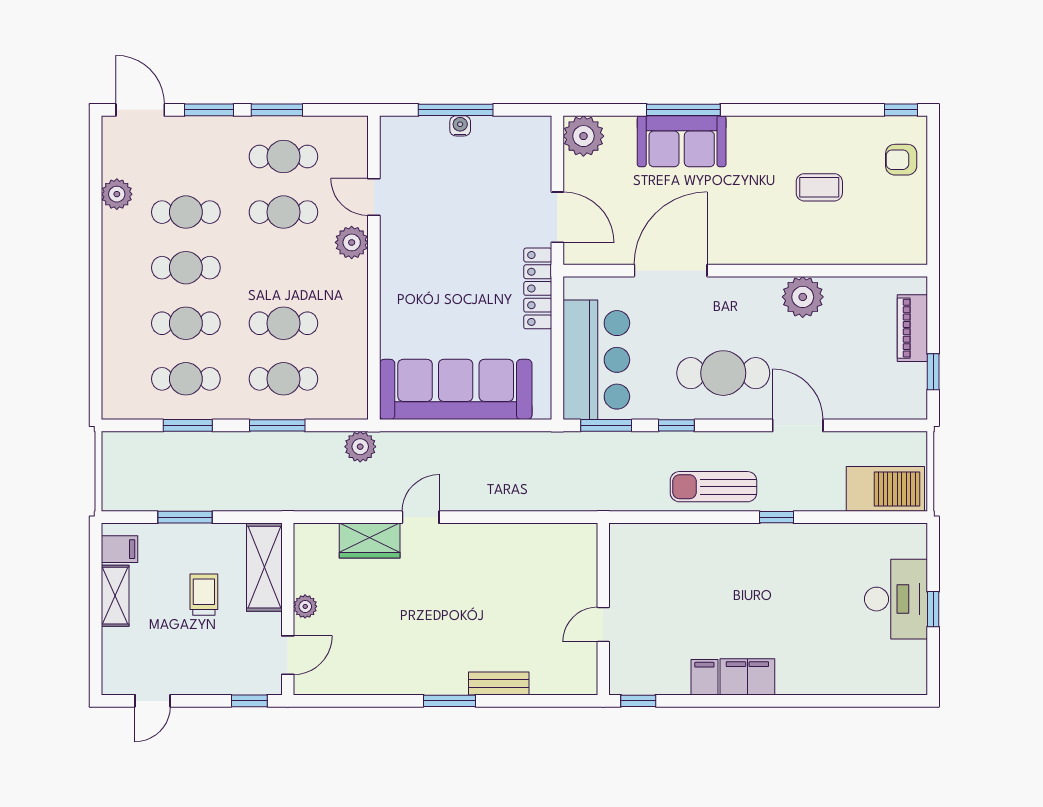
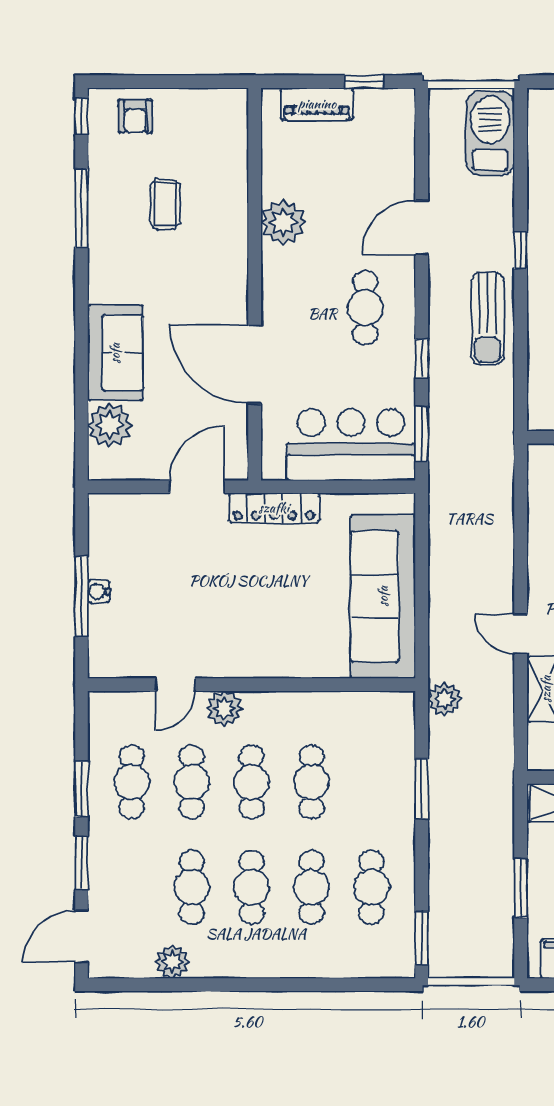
window: (683, 110) -> (82, 208), moved
plant: (583, 136) -> (110, 425), moved
cafe table: (723, 373) -> (365, 308), width x0.73, depth x0.74
cafe table: (283, 379) -> (252, 782), moved
window: (188, 425) -> (422, 938), moved

